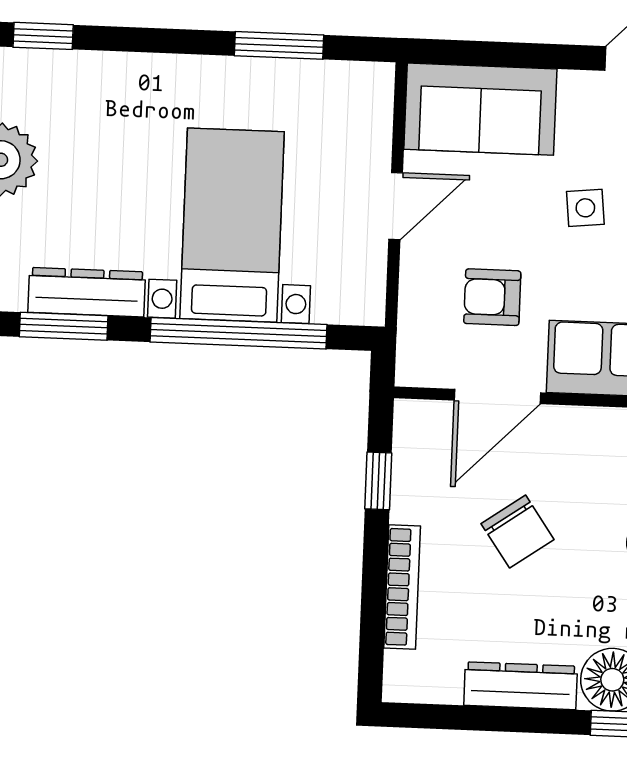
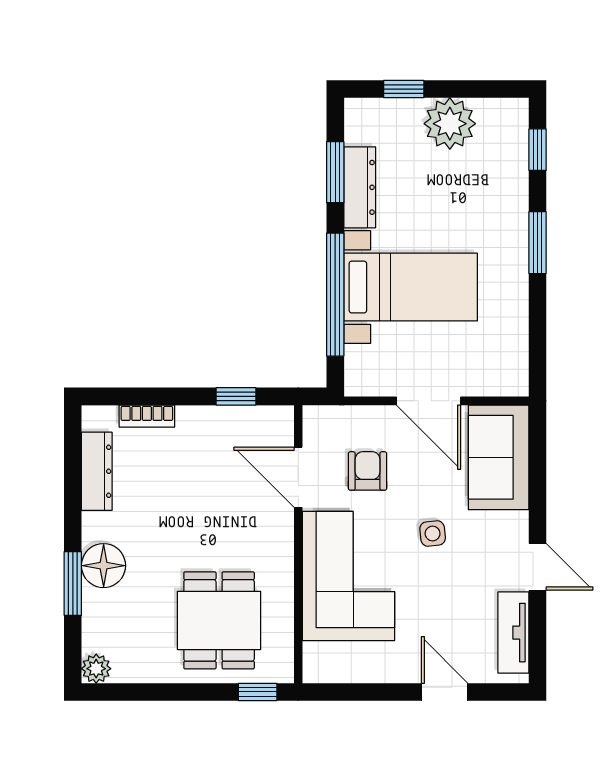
window: (279, 45) -> (538, 243), moved
door: (396, 206) -> (429, 401), width x1.38
chair: (518, 532) -> (204, 495), removed
bookcase: (402, 587) -> (147, 416), width x0.64
dresser: (521, 686) -> (97, 471), moved

